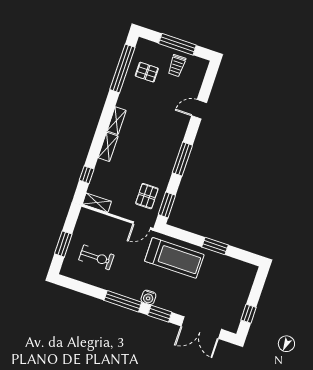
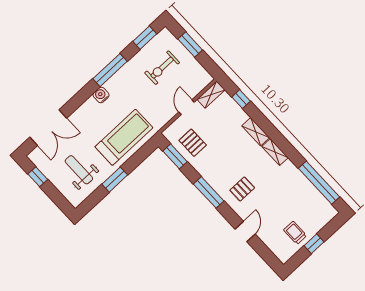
window: (177, 44) -> (314, 244), width x0.46
pallet: (147, 72) -> (242, 189), moved
door: (142, 226) -> (187, 107), moved
treadmill: (174, 258) -> (124, 137), turned 180
weight bench: (223, 282) -> (79, 170), added
window: (160, 314) -> (145, 38), moved
double door: (201, 328) -> (48, 128), swing flipped

